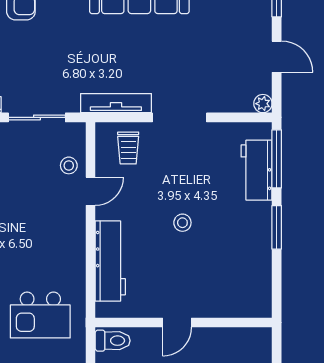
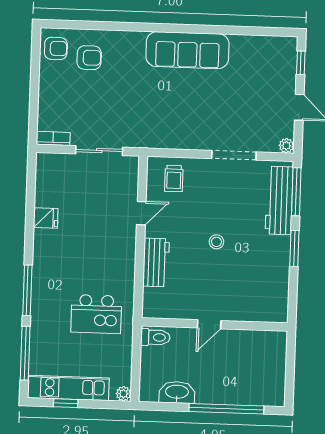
tv unit: (116, 103) -> (165, 141), removed
doorway: (179, 117) -> (234, 155), moved
stool: (69, 165) -> (124, 191), removed
workbench: (257, 170) -> (279, 200), width x1.38
workbench: (110, 261) -> (156, 262), width x0.73

